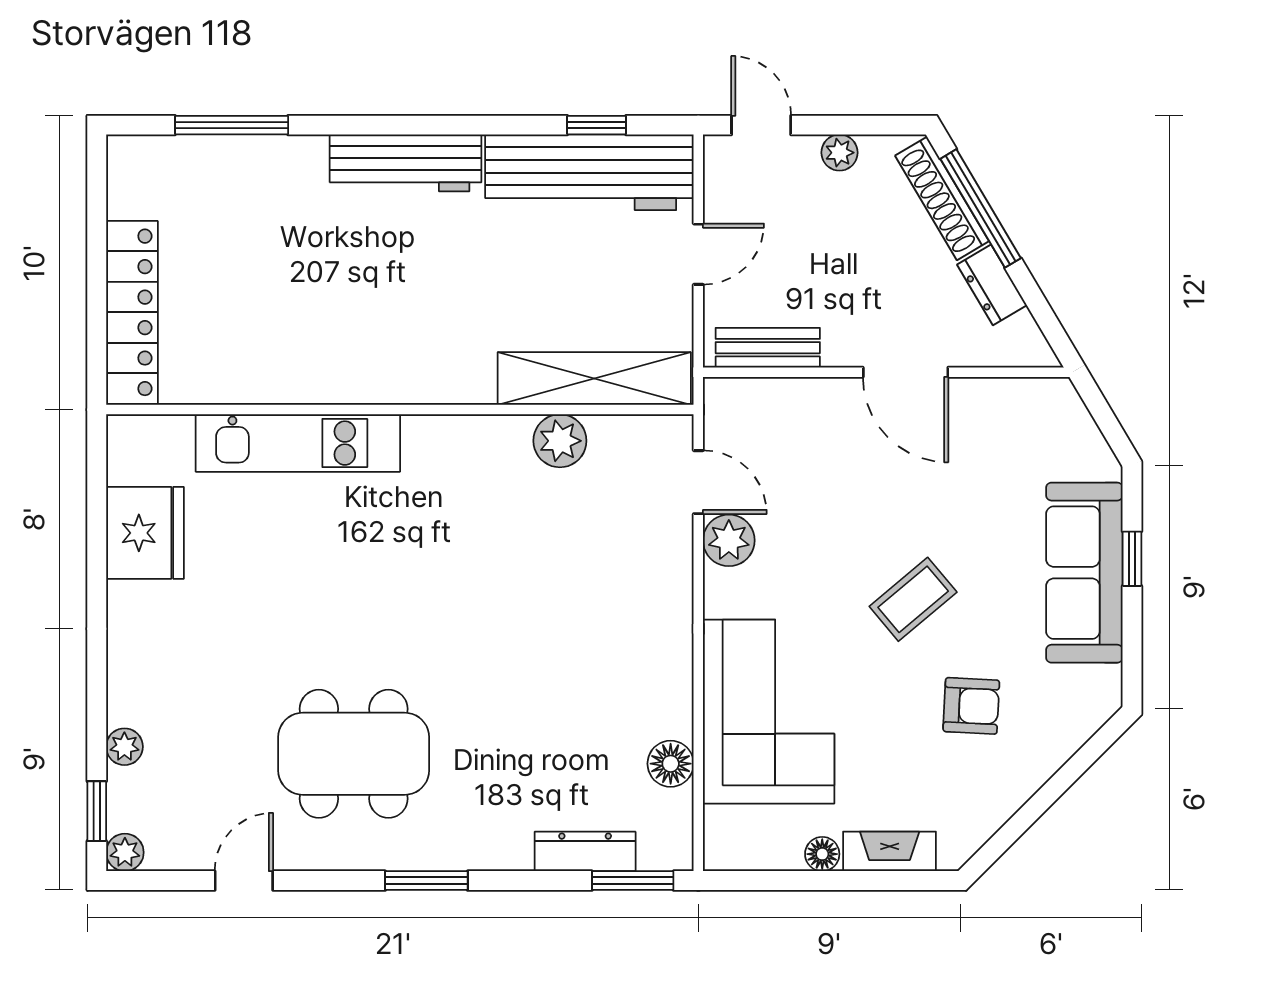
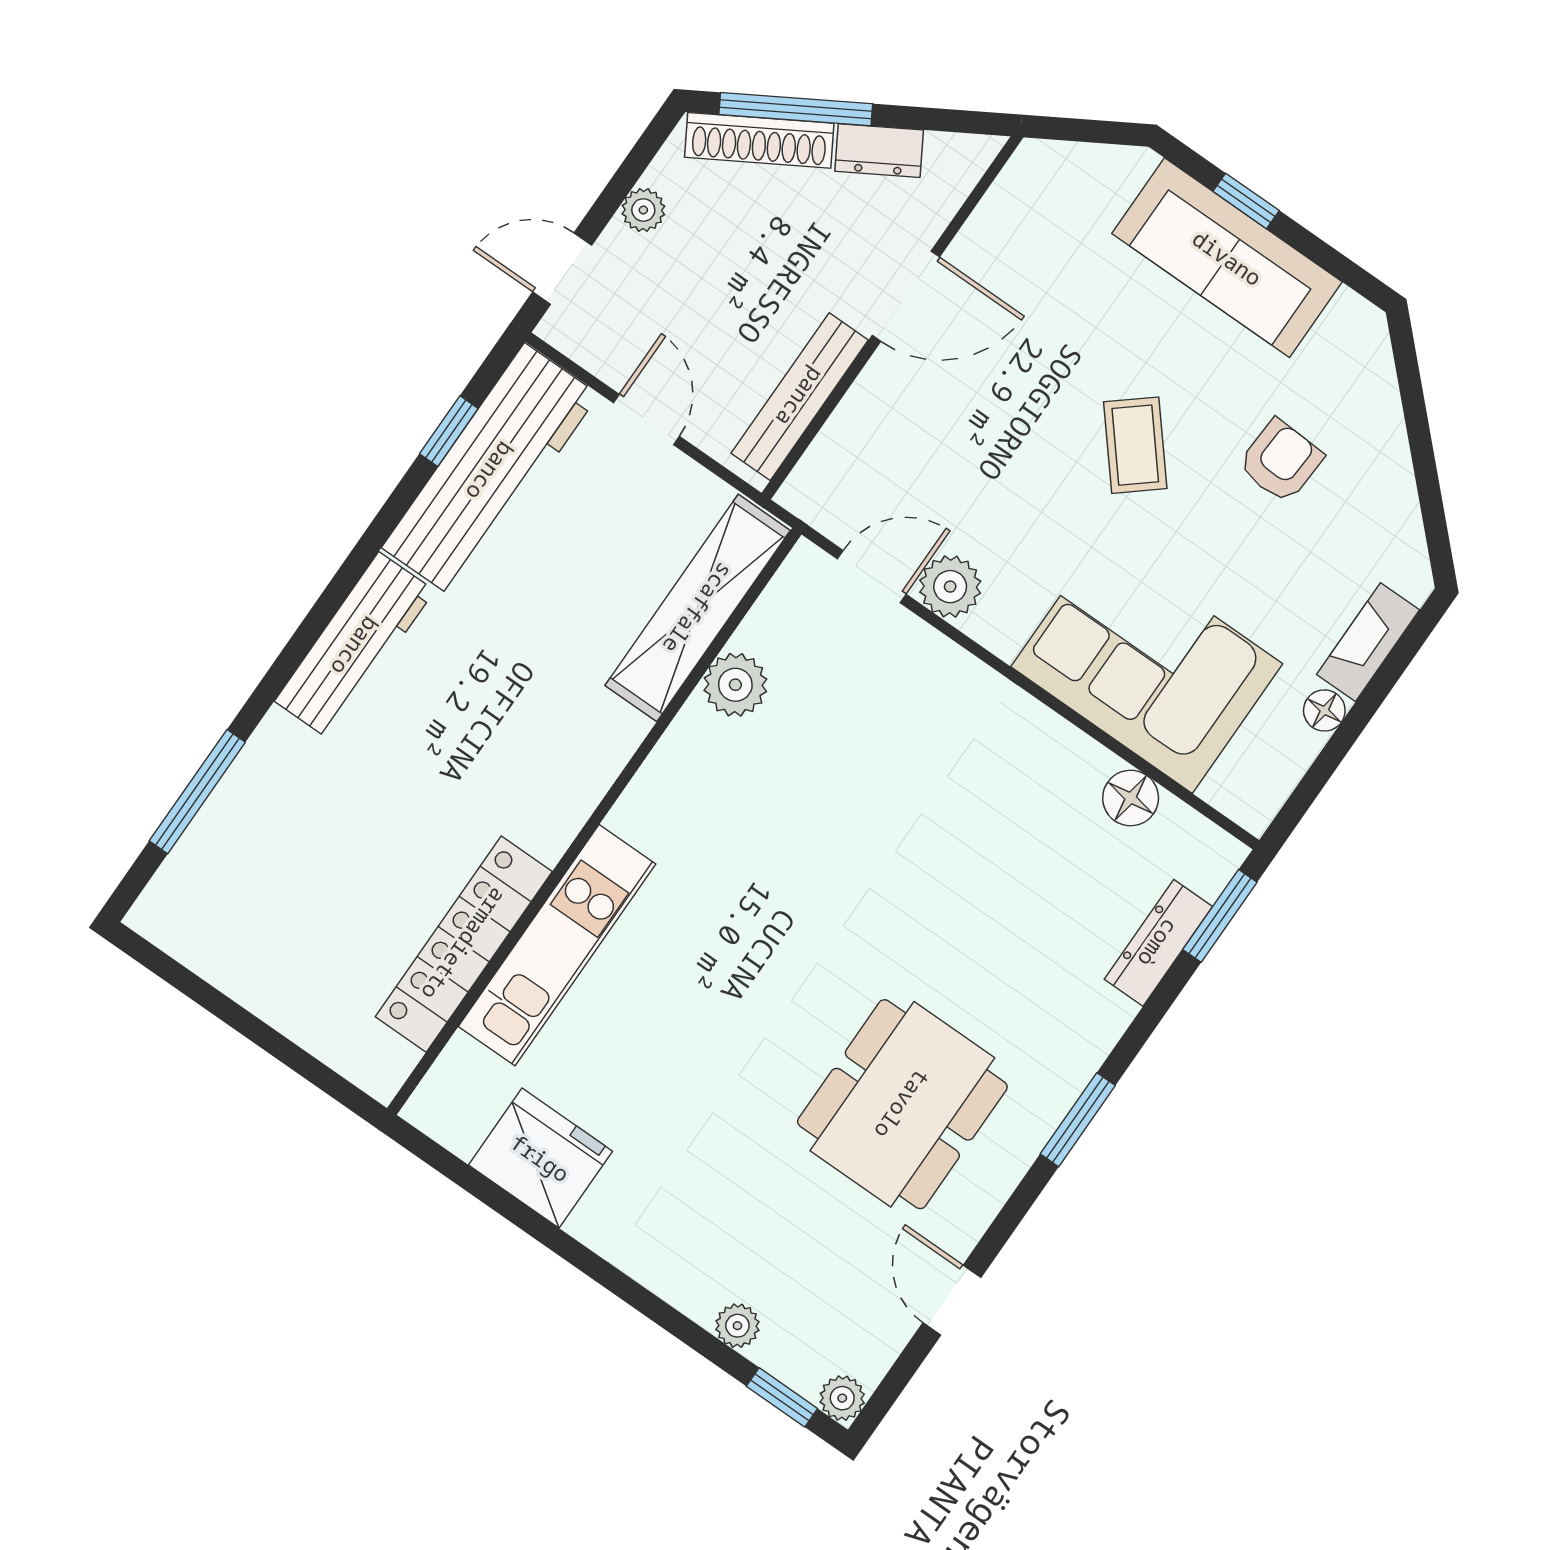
locker: (132, 312) -> (464, 944), moved, turned -90
bench: (768, 348) -> (800, 397), width x1.36

